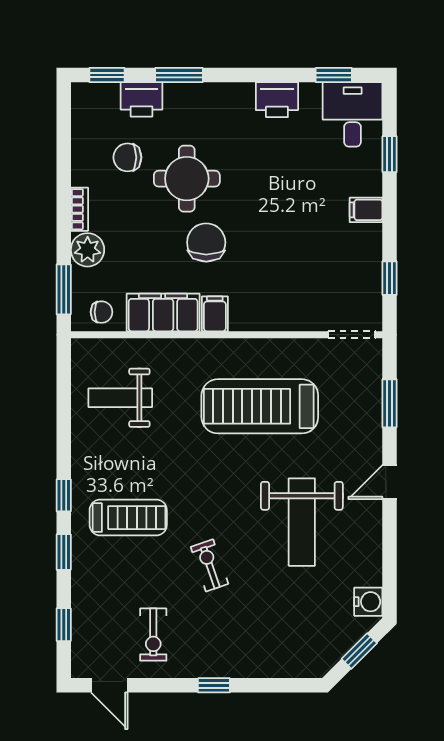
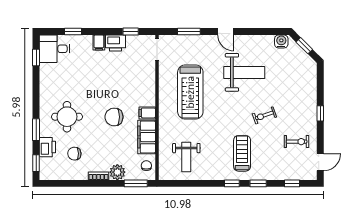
printer: (277, 100) -> (115, 43), moved, turned 90
chair: (127, 157) -> (74, 154), turned 88
round table: (187, 179) -> (67, 117), moved

